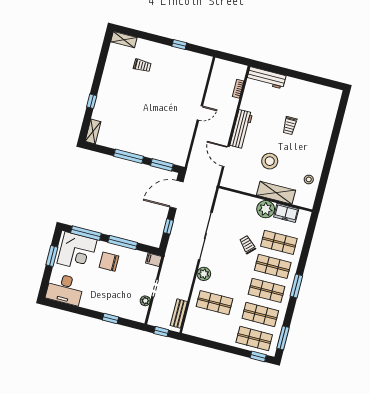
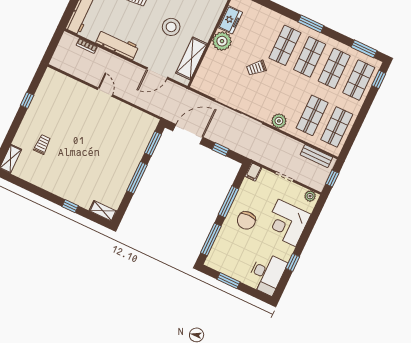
workbench: (241, 129) -> (117, 45), moved
shelving: (276, 193) -> (191, 58), moved
door: (176, 195) -> (188, 134), swing flipped
shop shelf: (279, 242) -> (337, 127), moved
corner desk: (77, 252) -> (287, 223), moved, turned 180
plant: (145, 301) -> (310, 196), moved
window: (110, 318) -> (293, 263), moved

